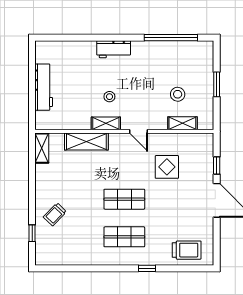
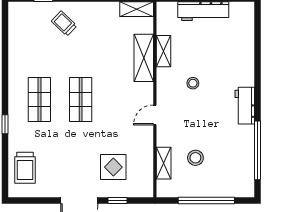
workbench: (114, 49) -> (245, 106), moved
window: (217, 84) -> (206, 200), width x2.11
shelving: (106, 123) -> (164, 51), moved
display table: (167, 167) -> (113, 167), moved

